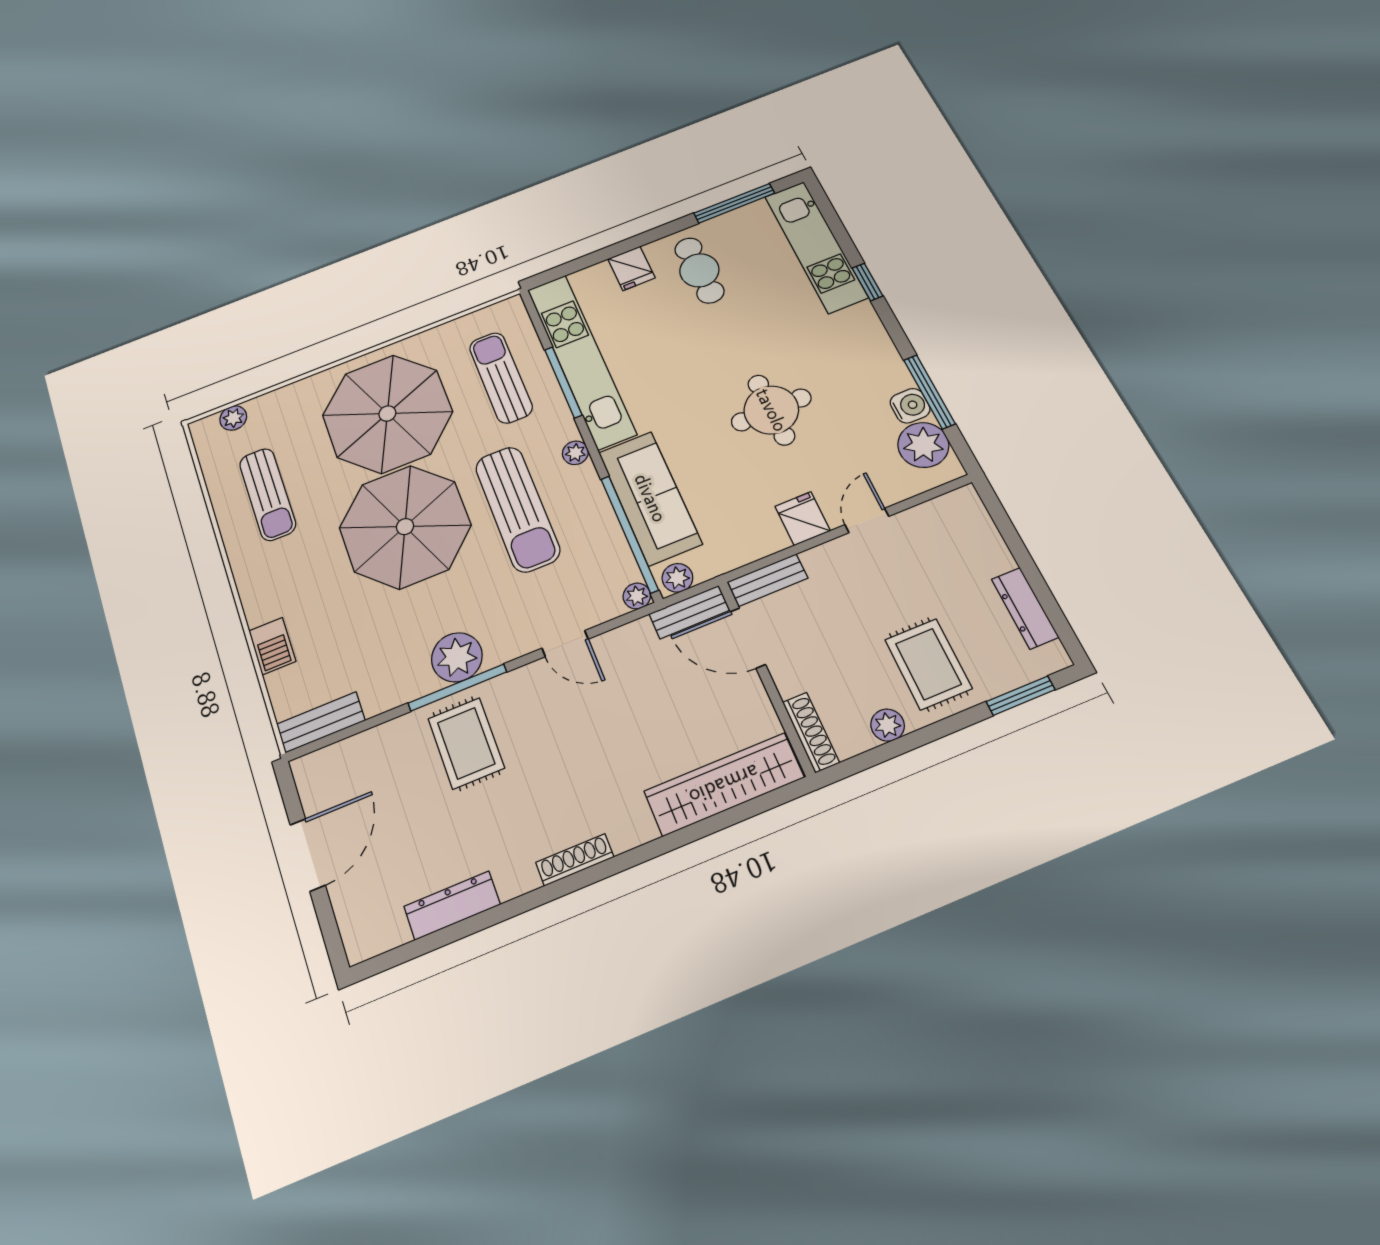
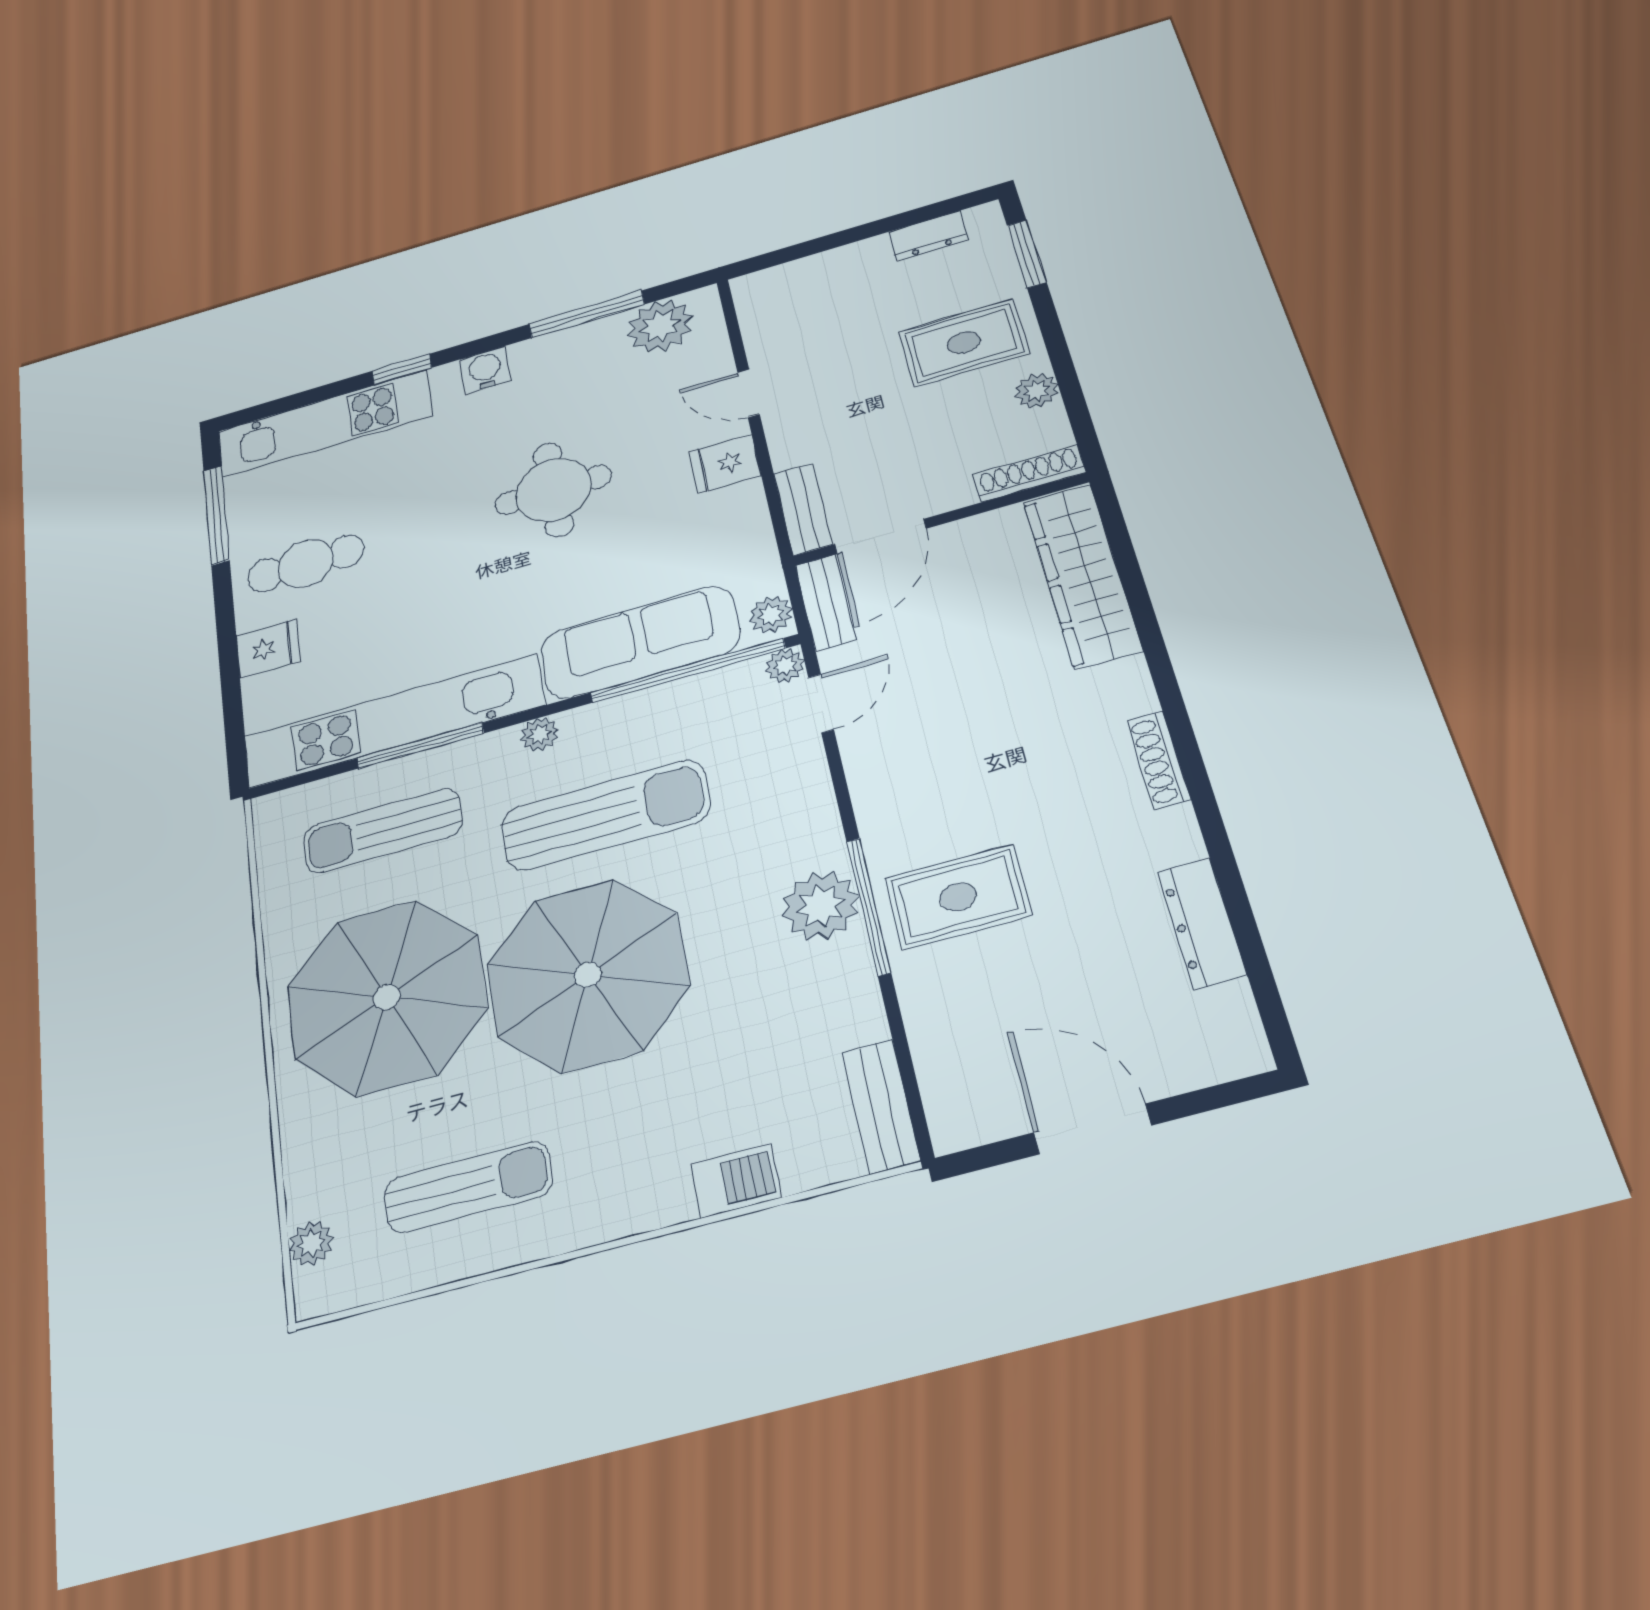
water cooler: (910, 406) -> (485, 370), moved
dresser: (1025, 608) -> (928, 236), width x0.70
door: (565, 644) -> (821, 703), moved

